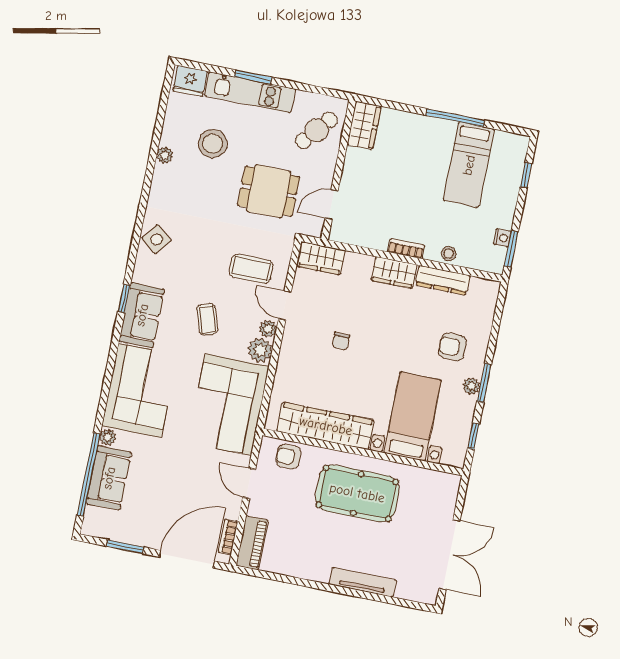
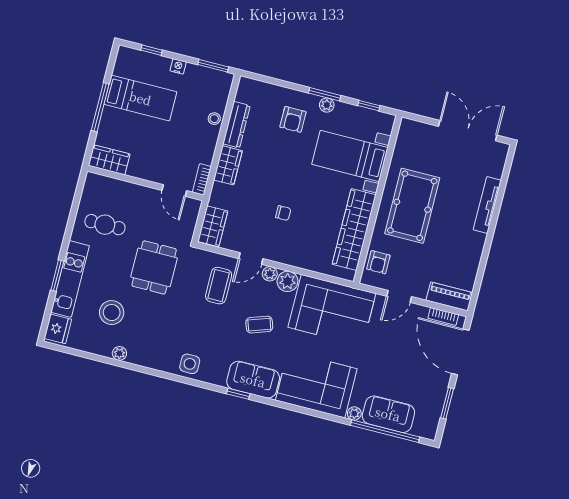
wardrobe: (364, 125) -> (109, 160), moved
cafe table: (316, 130) -> (105, 225), turned -40
wall: (339, 170) -> (145, 183), moved
door: (332, 205) -> (174, 191), moved
nightstand: (502, 238) -> (178, 66), moved
side table: (157, 239) -> (190, 364), turned -38
bookcase: (406, 249) -> (202, 179), moved

